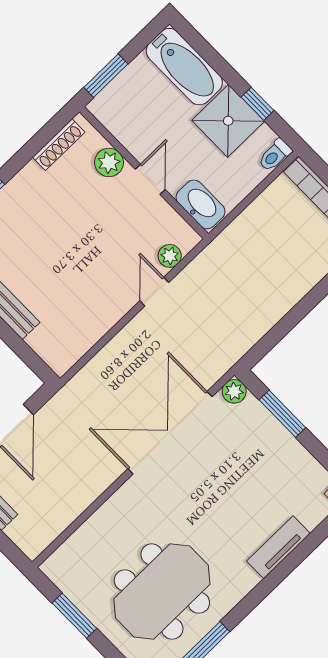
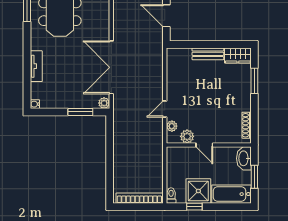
window: (106, 76) -> (254, 177), moved
plant: (109, 162) -> (187, 136), moved
washbasin: (200, 204) -> (244, 158), moved, turned 90
door: (154, 292) -> (165, 109), swing flipped
double door: (170, 433) -> (111, 67), swing flipped

